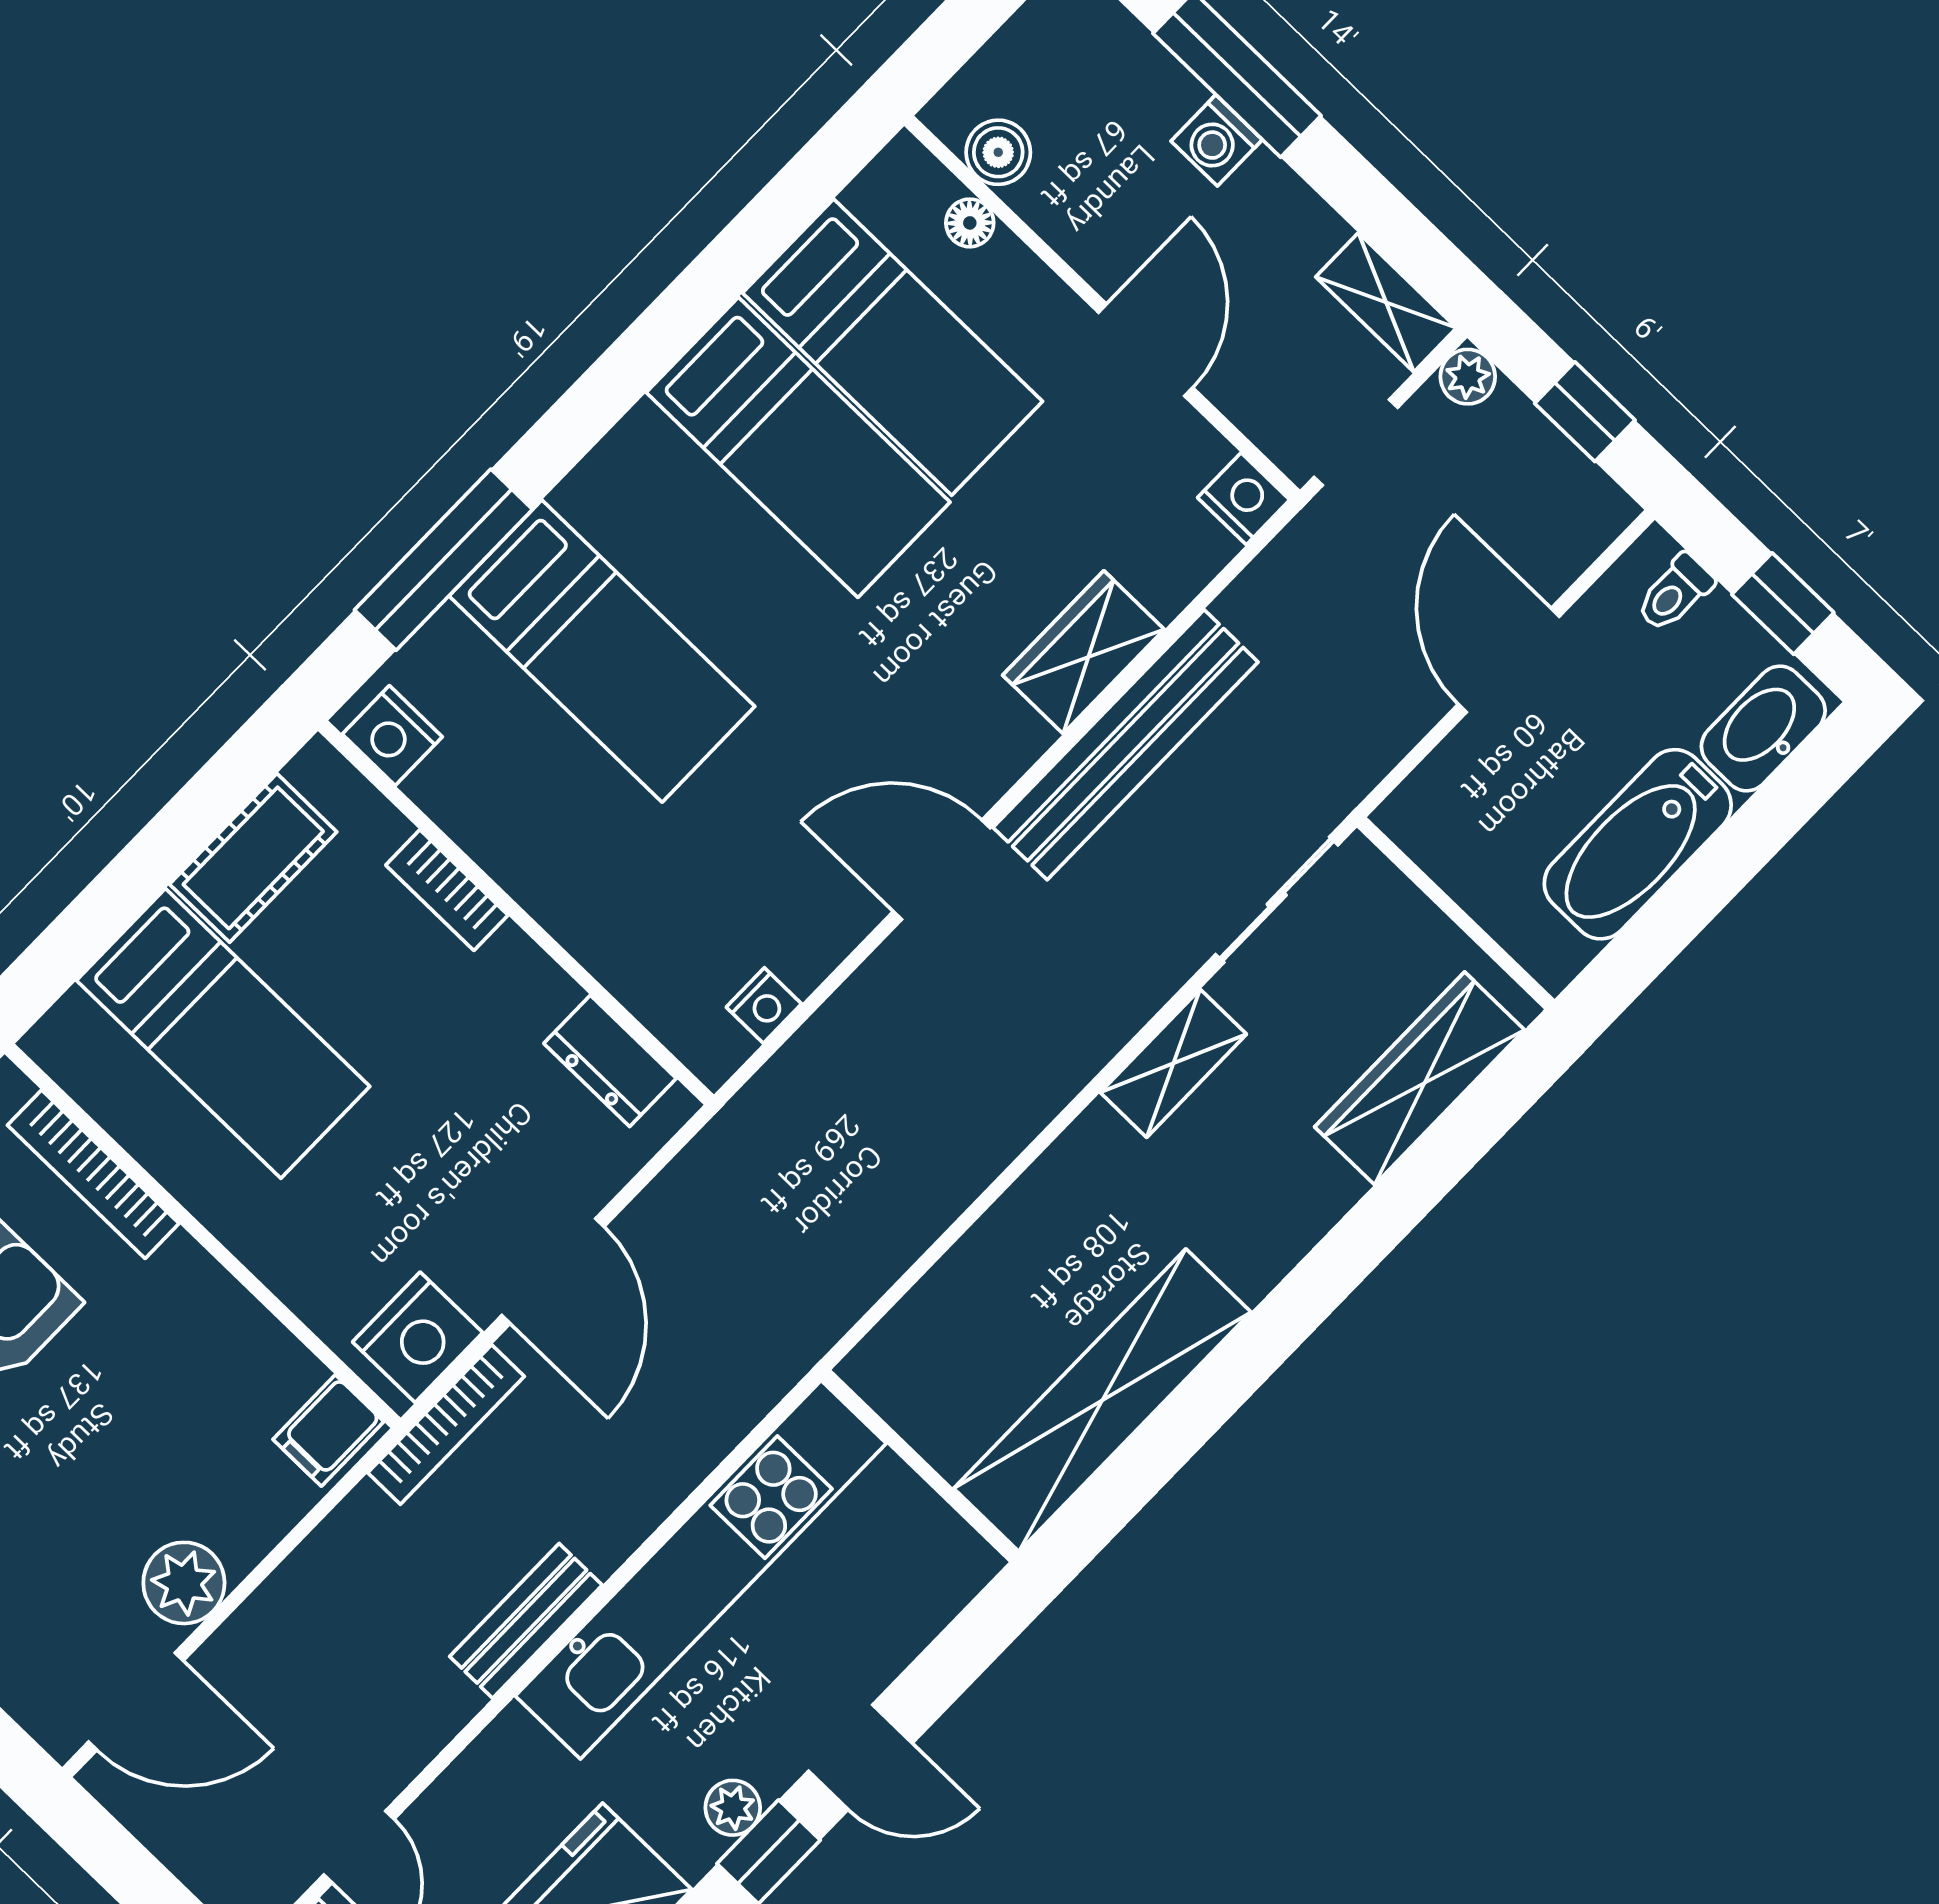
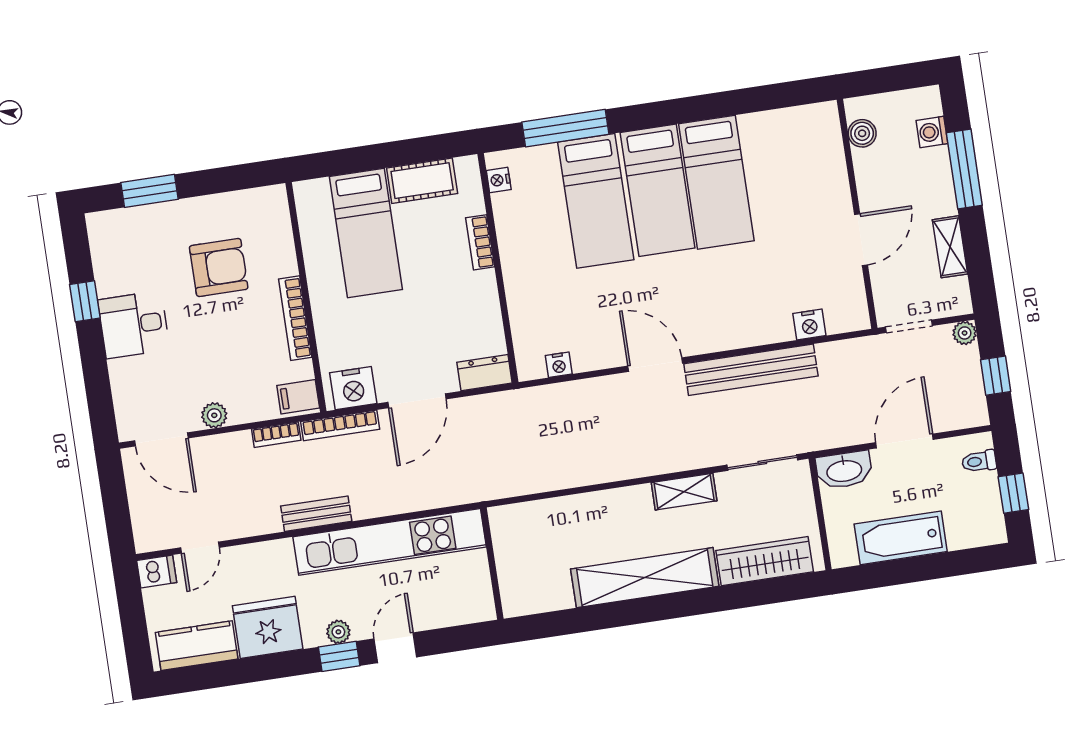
washing machine: (1217, 140) -> (932, 132), moved
floor lamp: (970, 223) -> (834, 150), removed
shelving: (1386, 302) -> (950, 247), moved
bed: (893, 347) -> (658, 190), moved
nightstand: (1244, 499) -> (809, 325), moved, turned 90
wardrobe: (1084, 652) -> (761, 327), removed
washbasin: (1763, 728) -> (844, 470), moved, turned 180
nightstand: (392, 736) -> (499, 180), width x0.72, depth x0.74
dresser: (610, 1061) -> (484, 373), moved, turned 90
bookcase: (93, 1174) -> (295, 318), moved
shelving: (1102, 1400) -> (645, 578), moved
bookcase: (341, 1531) -> (276, 435), added
plant: (184, 1583) -> (214, 415), width x0.73, depth x0.73
door: (860, 1757) -> (395, 648), swing flipped

